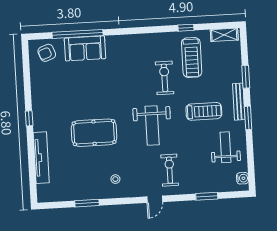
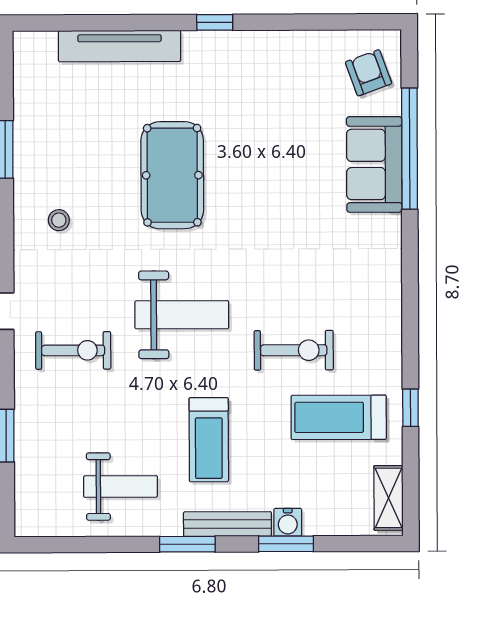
weight bench: (152, 125) -> (182, 315), turned 180
water cooler: (243, 178) -> (288, 522), moved

